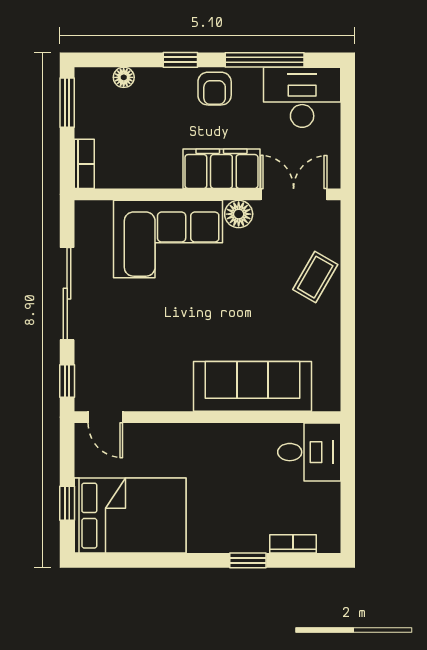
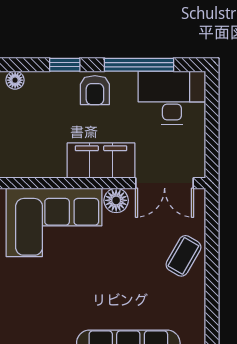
double door: (294, 194) -> (165, 183), swing flipped

